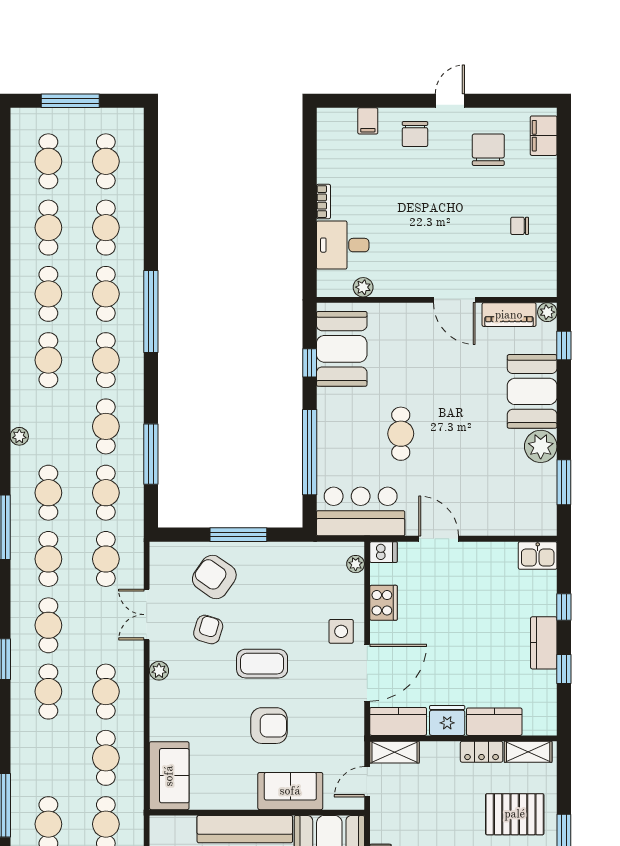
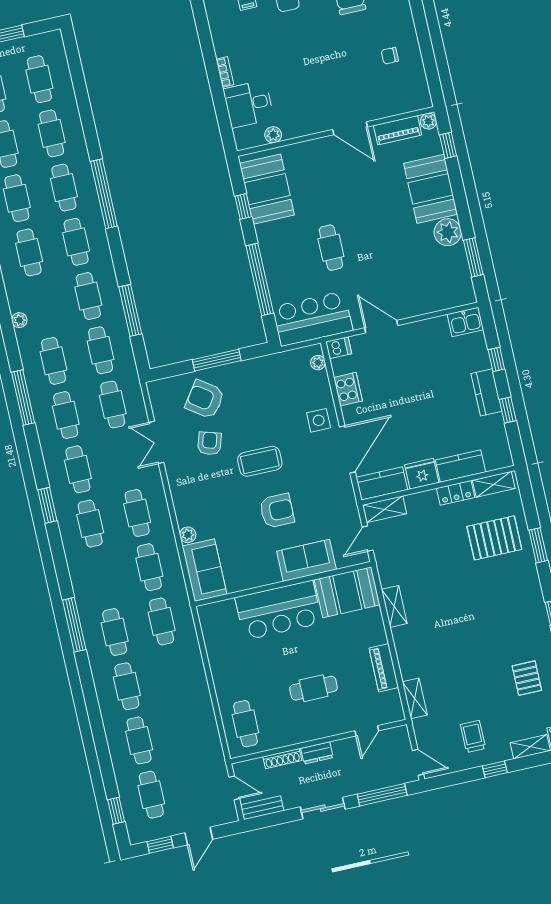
plant: (159, 671) -> (188, 535), moved

